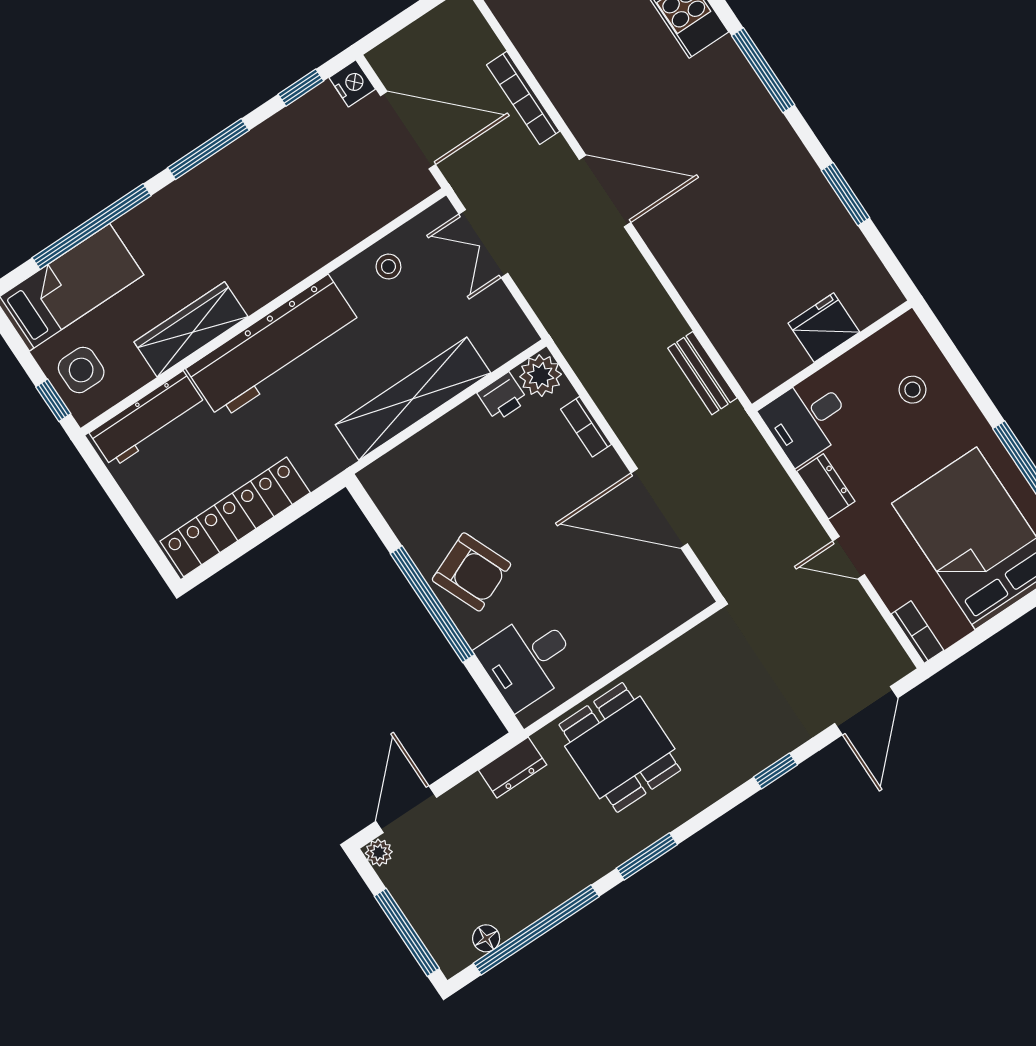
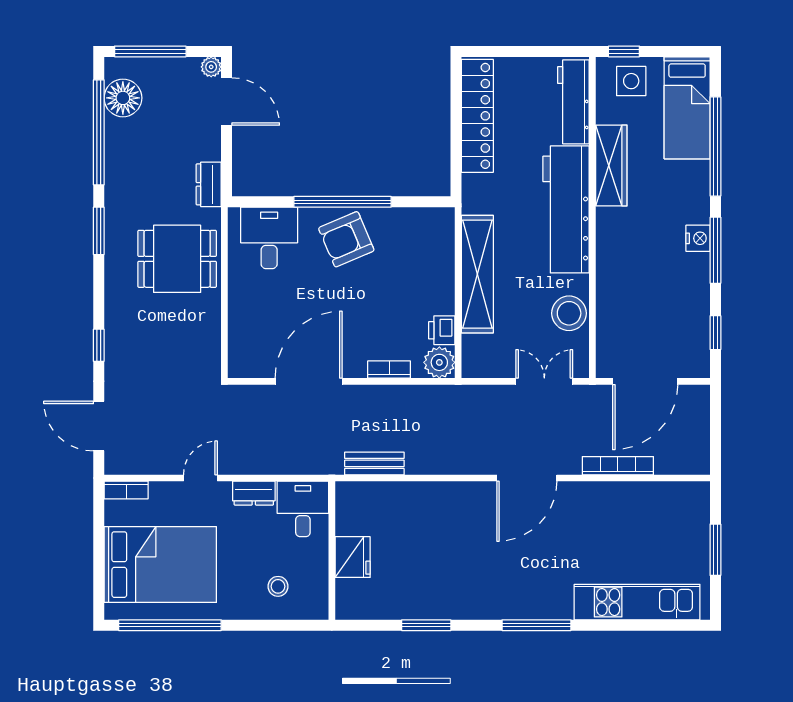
nightstand: (352, 83) -> (698, 238), moved, turned -90
stool: (388, 267) -> (569, 313), width x1.89, depth x1.89
floor lamp: (486, 938) -> (123, 98), width x1.89, depth x1.89

